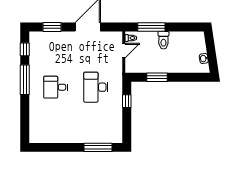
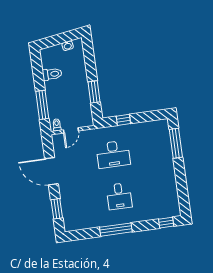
toilet: (163, 40) -> (52, 74), moved
window: (25, 49) -> (166, 223), moved
door: (124, 51) -> (71, 130), swing flipped

